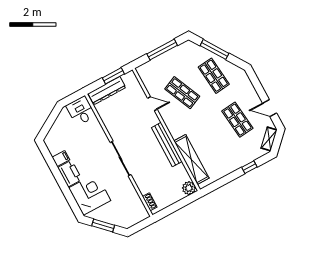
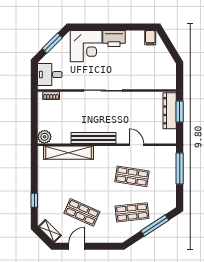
window: (162, 50) -> (180, 169), moved
window: (113, 76) -> (180, 112), moved
shop shelf: (182, 93) -> (132, 176), turned 33
door: (152, 104) -> (136, 145), swing flipped
desk: (81, 111) -> (50, 75), moved, turned 180
shop shelf: (237, 120) -> (82, 212), turned 30
filing cabinet: (61, 158) -> (150, 38), moved

